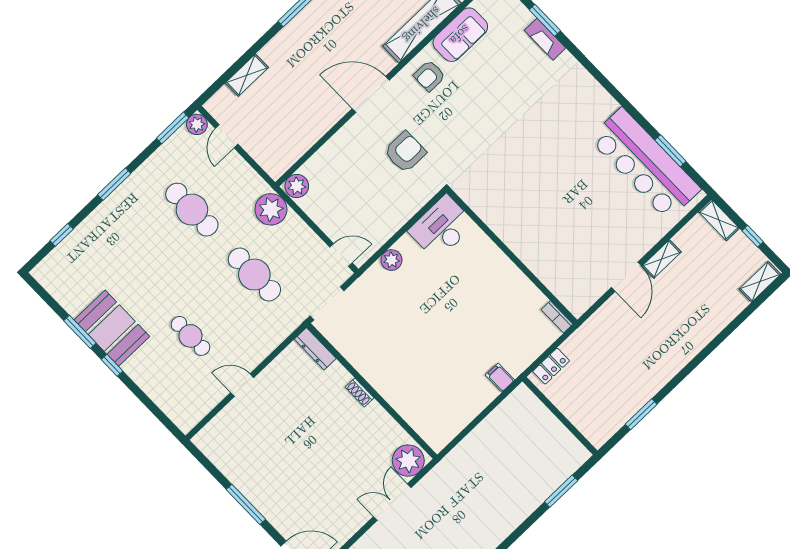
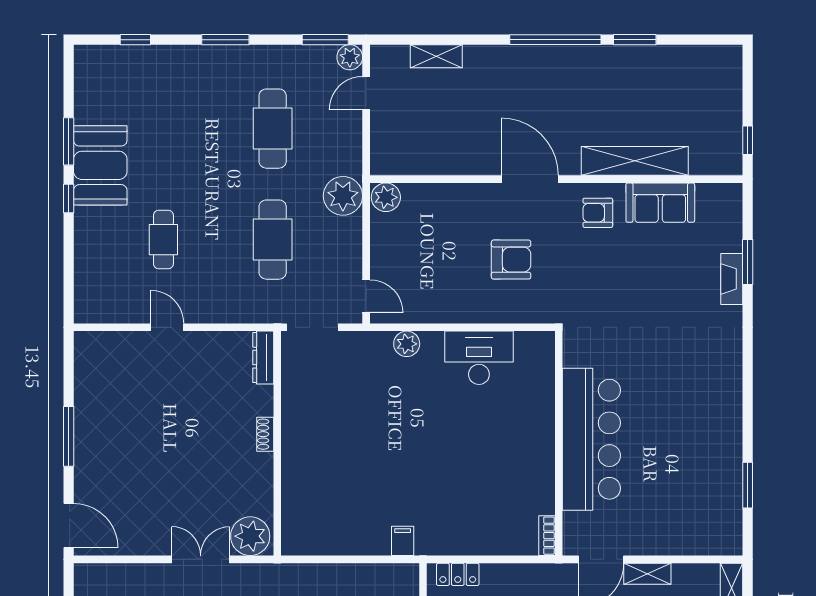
bar counter: (645, 164) -> (591, 439), moved, turned 180
wall: (512, 256) -> (559, 443), moved
bookcase: (557, 317) -> (547, 536), moved

